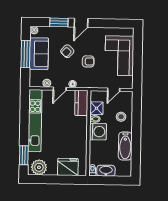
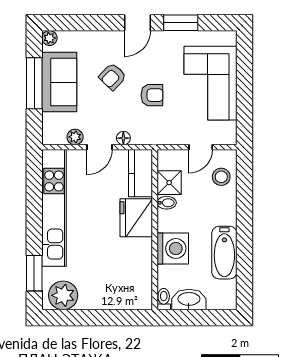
window: (59, 22) -> (181, 23), moved
stool: (121, 117) -> (221, 177), moved
washing machine: (98, 132) -> (173, 248), moved
fridge: (68, 167) -> (136, 218), moved, turned -90

